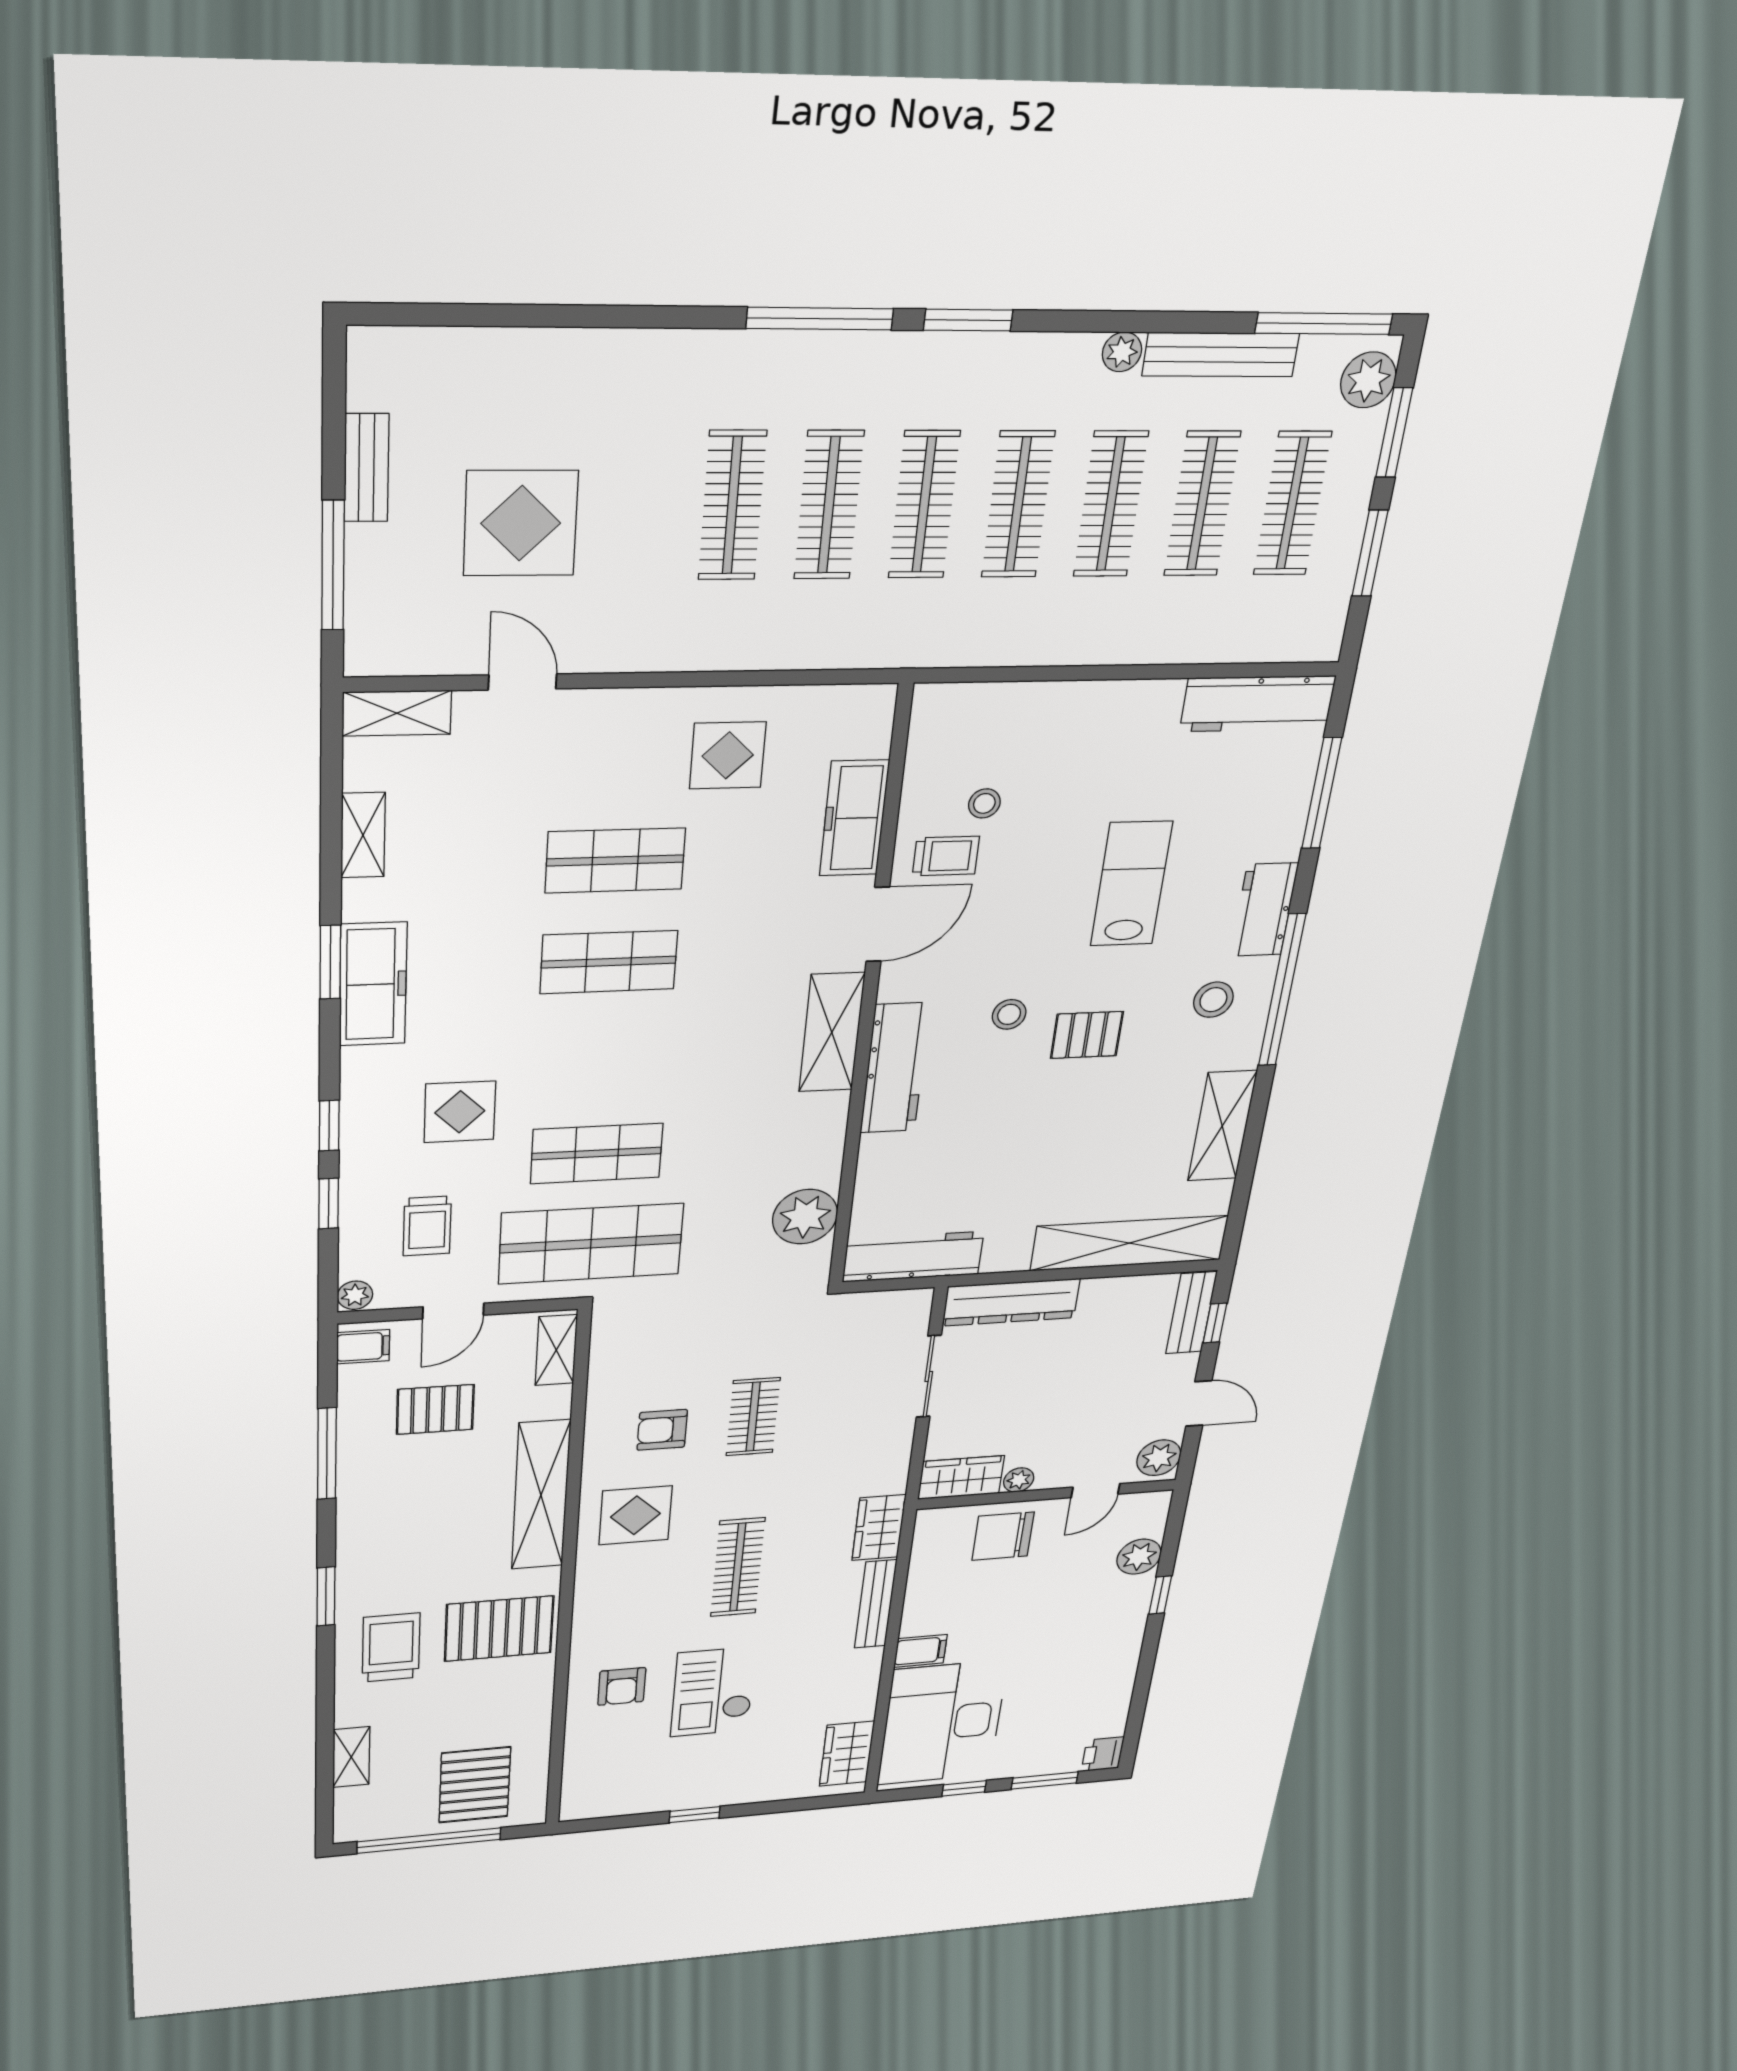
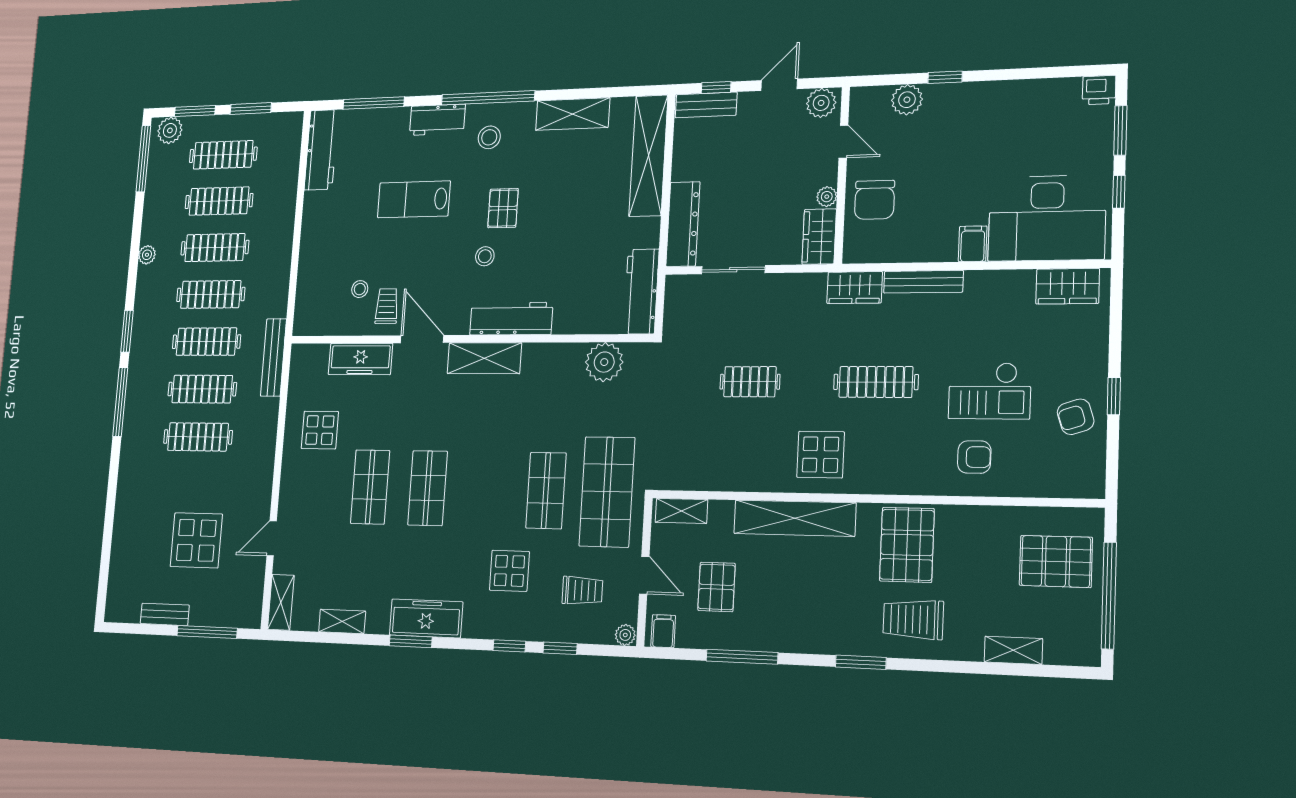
bench: (1221, 355) -> (274, 357), moved
armchair: (662, 1430) -> (1076, 417), moved, turned 72

